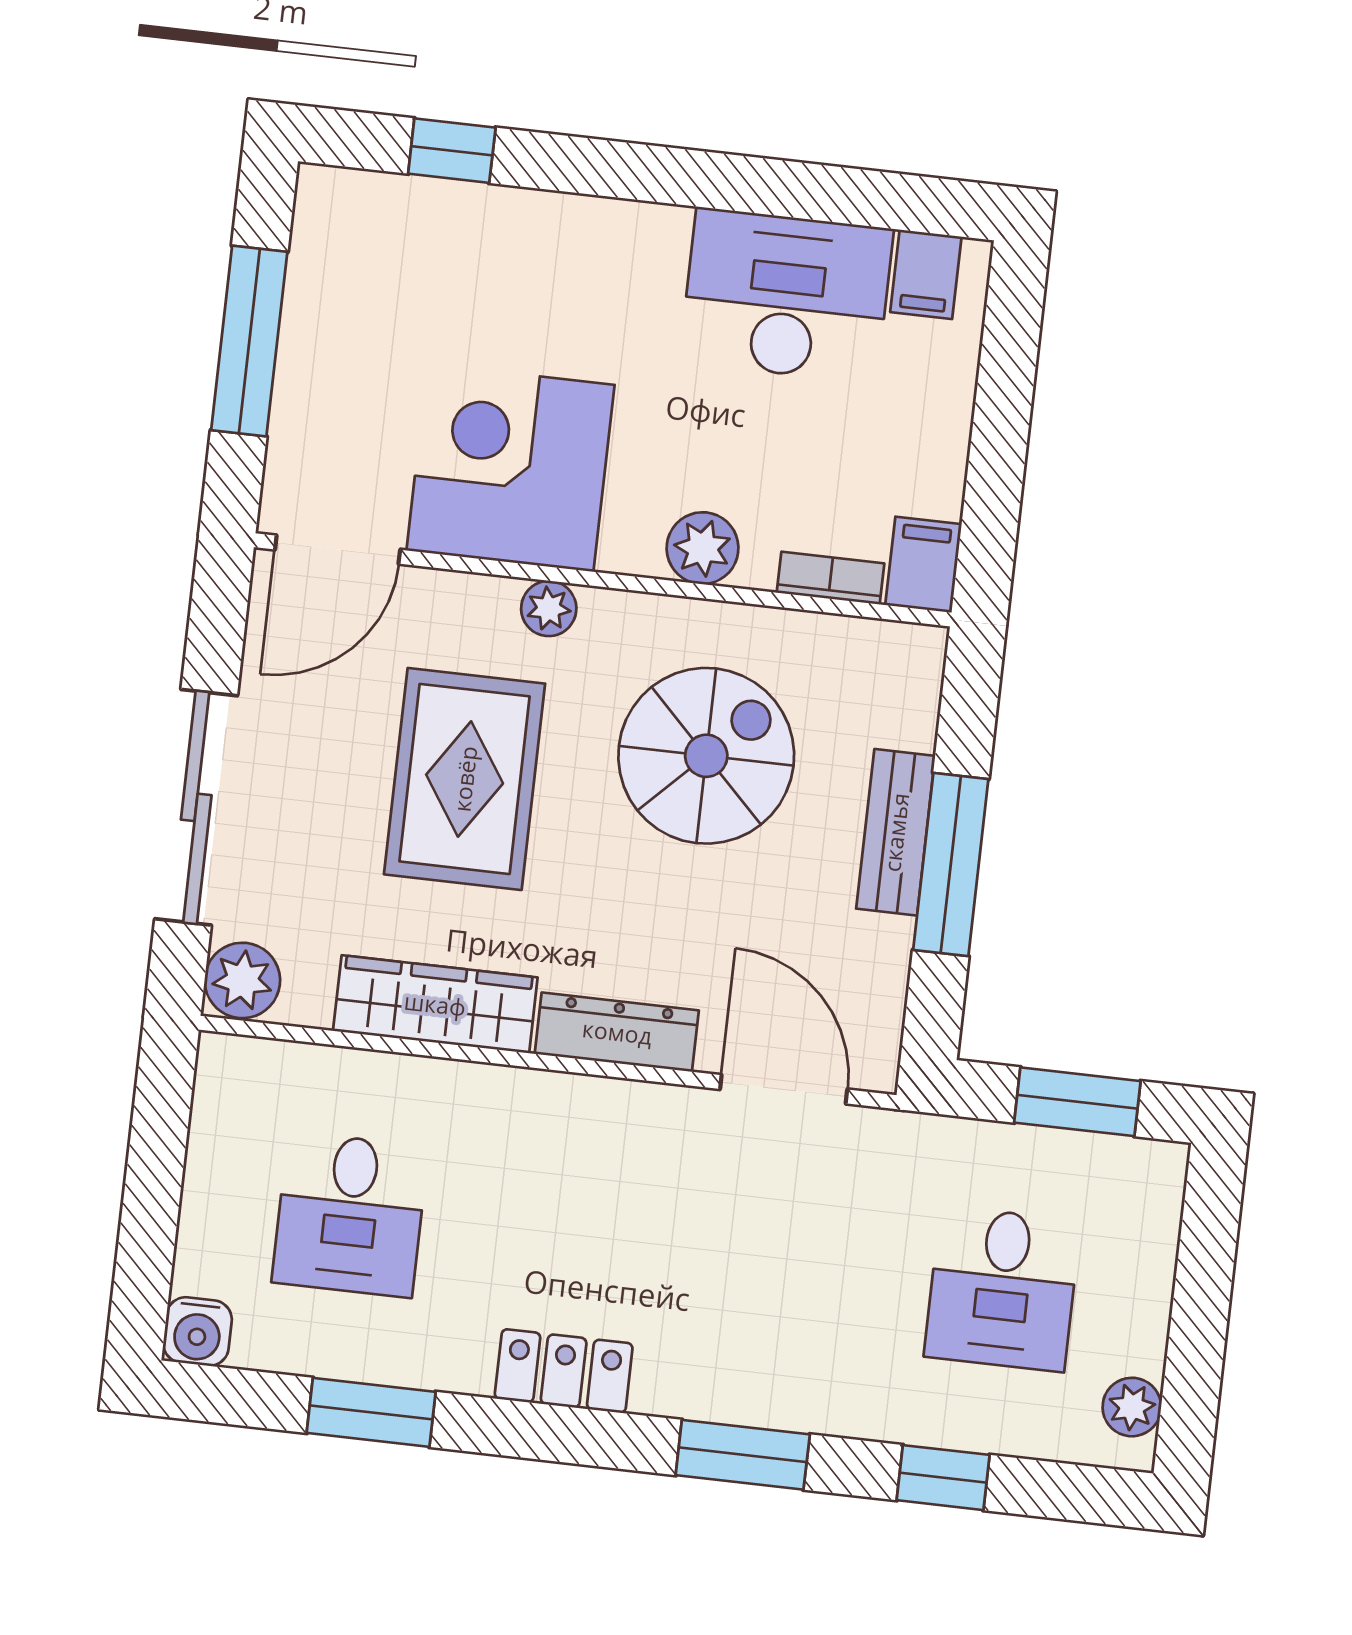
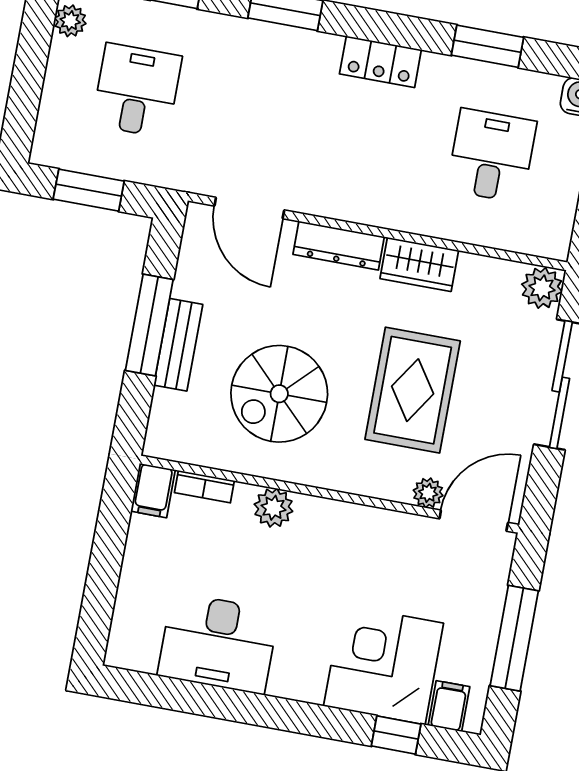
filing cabinet: (926, 274) -> (449, 706), moved
corner desk: (511, 468) -> (383, 665), moved, turned 180
plant: (549, 609) -> (428, 493), moved
wardrobe: (435, 1004) -> (419, 264), width x0.67

